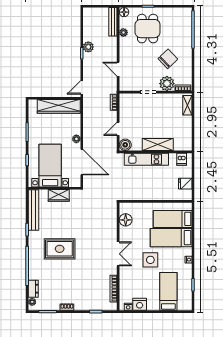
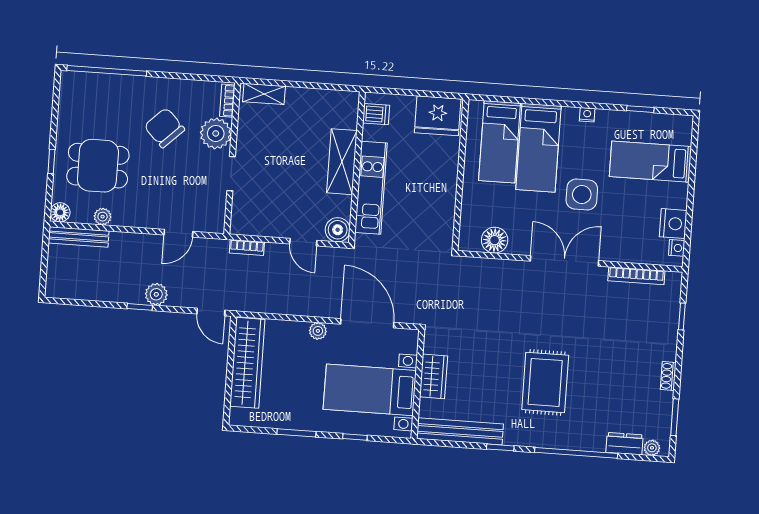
plant: (88, 47) -> (156, 294), moved
door: (82, 162) -> (367, 323), hinge flipped
fridge: (185, 184) -> (438, 116), width x1.88, depth x1.34
double door: (118, 254) -> (564, 261), width x1.37

